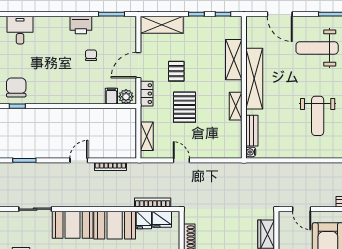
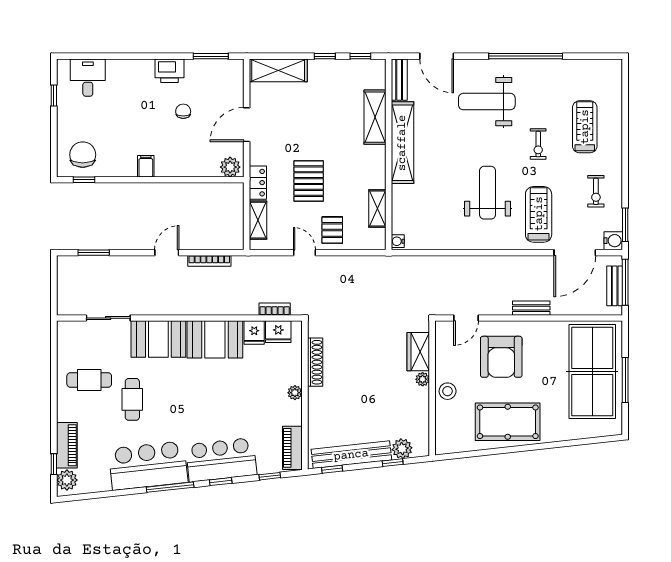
pallet: (176, 71) -> (332, 230), moved
locker: (147, 94) -> (258, 183), moved
filing cabinet: (111, 96) -> (146, 166), moved
shelving: (236, 106) -> (377, 208), moved
weight bench: (318, 116) -> (488, 193), turned 180
bench: (252, 131) -> (399, 80), moved
bookcase: (153, 202) -> (275, 309), width x0.64
door: (302, 209) -> (466, 318), hinge flipped

